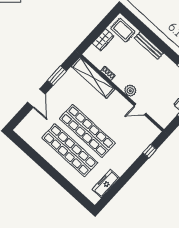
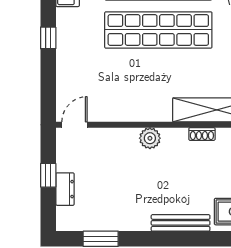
door: (140, 109) -> (74, 125), moved
window: (150, 151) -> (48, 38), moved

